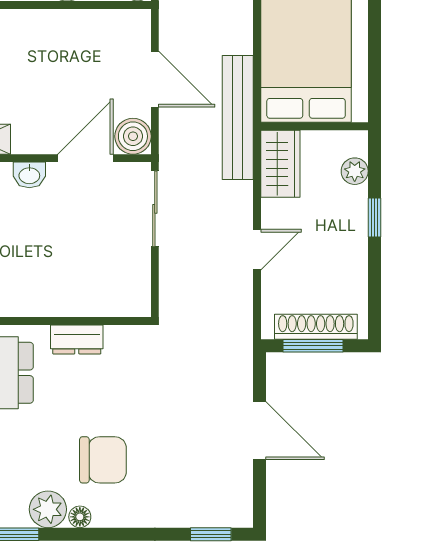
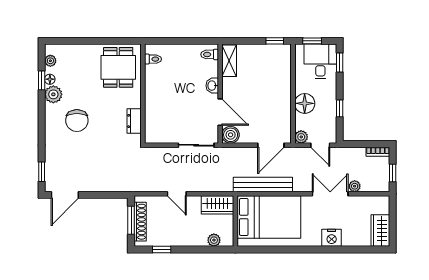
door: (155, 79) -> (271, 145), moved
bench: (238, 118) -> (263, 185), moved
window: (374, 217) -> (162, 249), moved
dresser: (77, 339) -> (134, 121), moved
door: (260, 431) -> (65, 195), moved
floor lamp: (80, 517) -> (50, 79), moved

